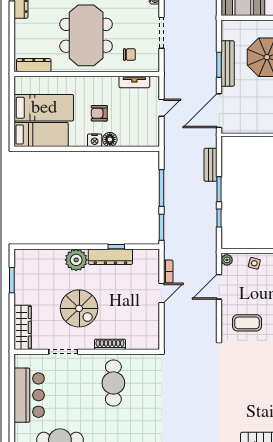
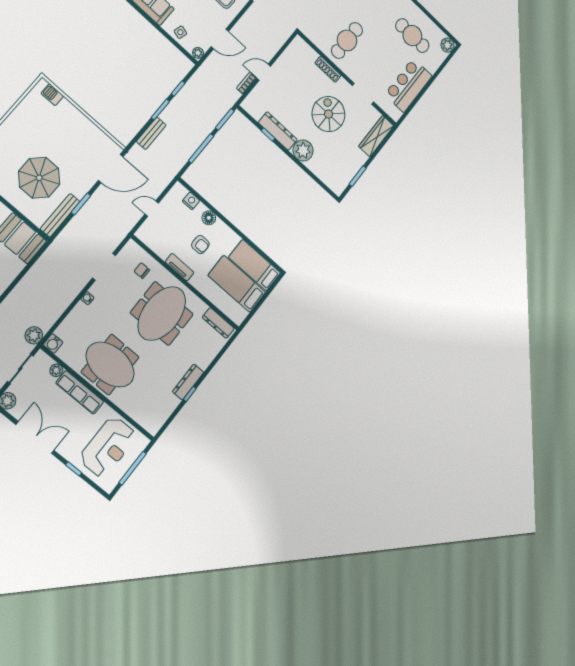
bench: (228, 64) -> (60, 215), moved
tv unit: (134, 82) -> (180, 267), moved
nightstand: (95, 140) -> (191, 201), moved

